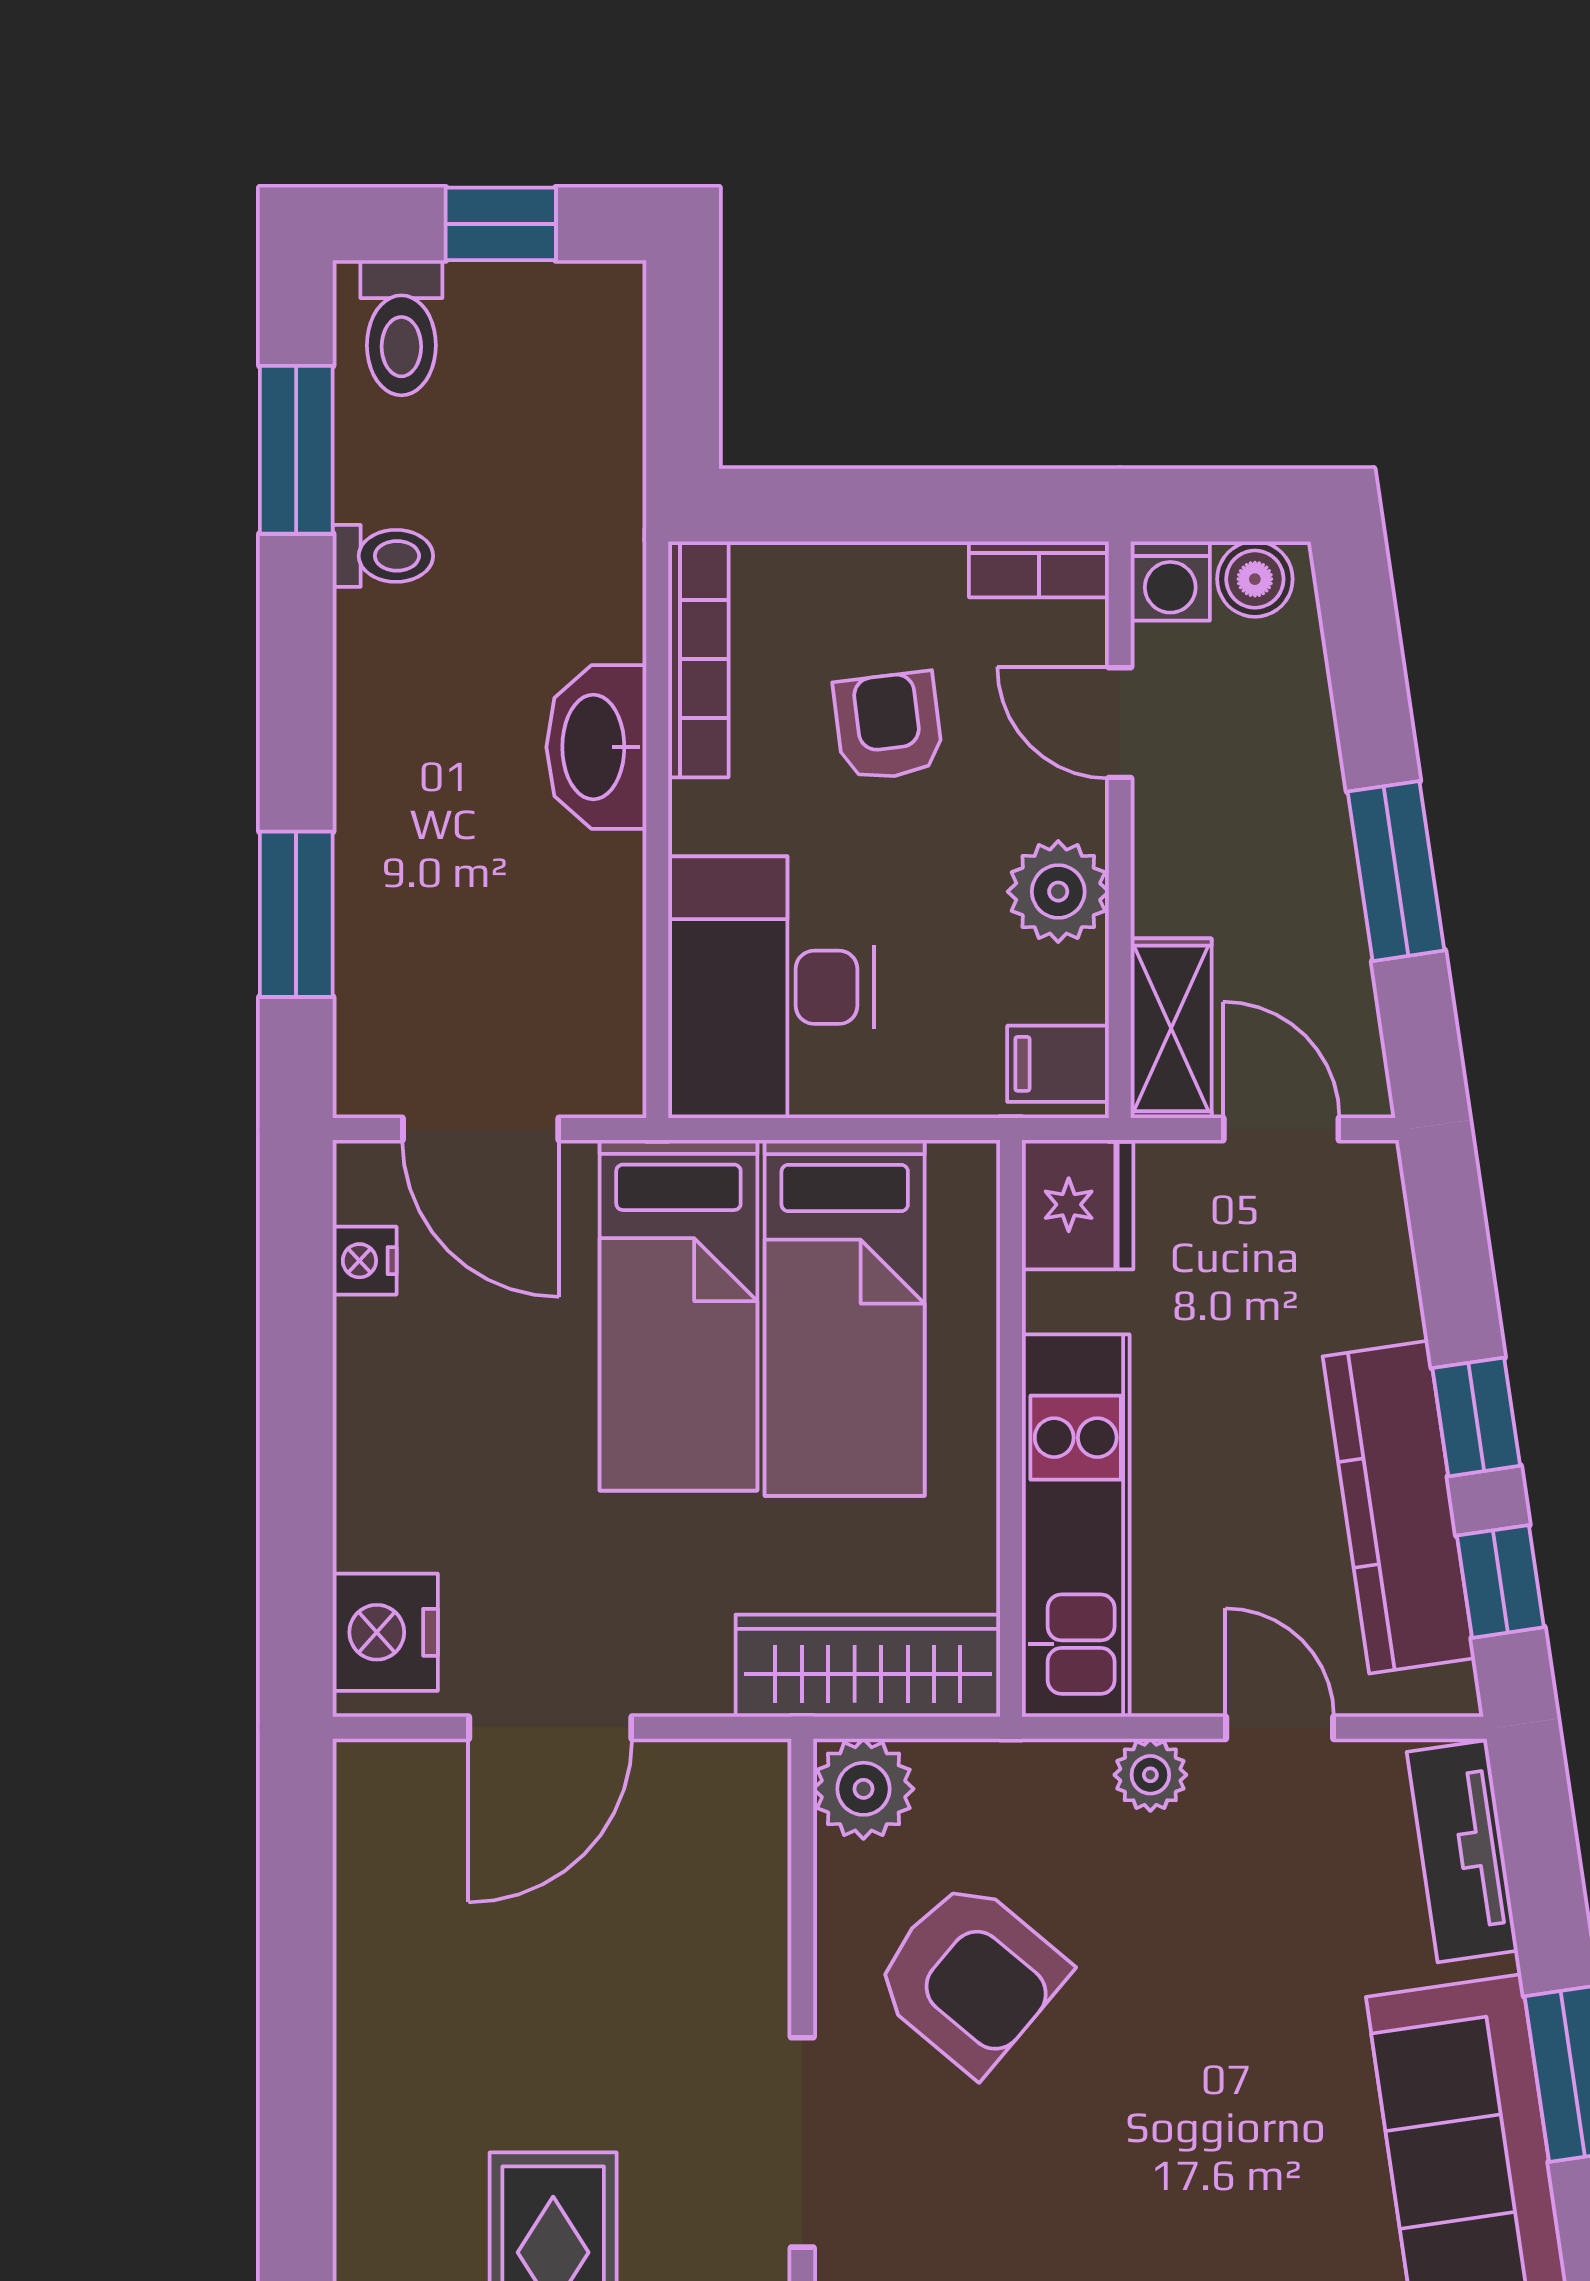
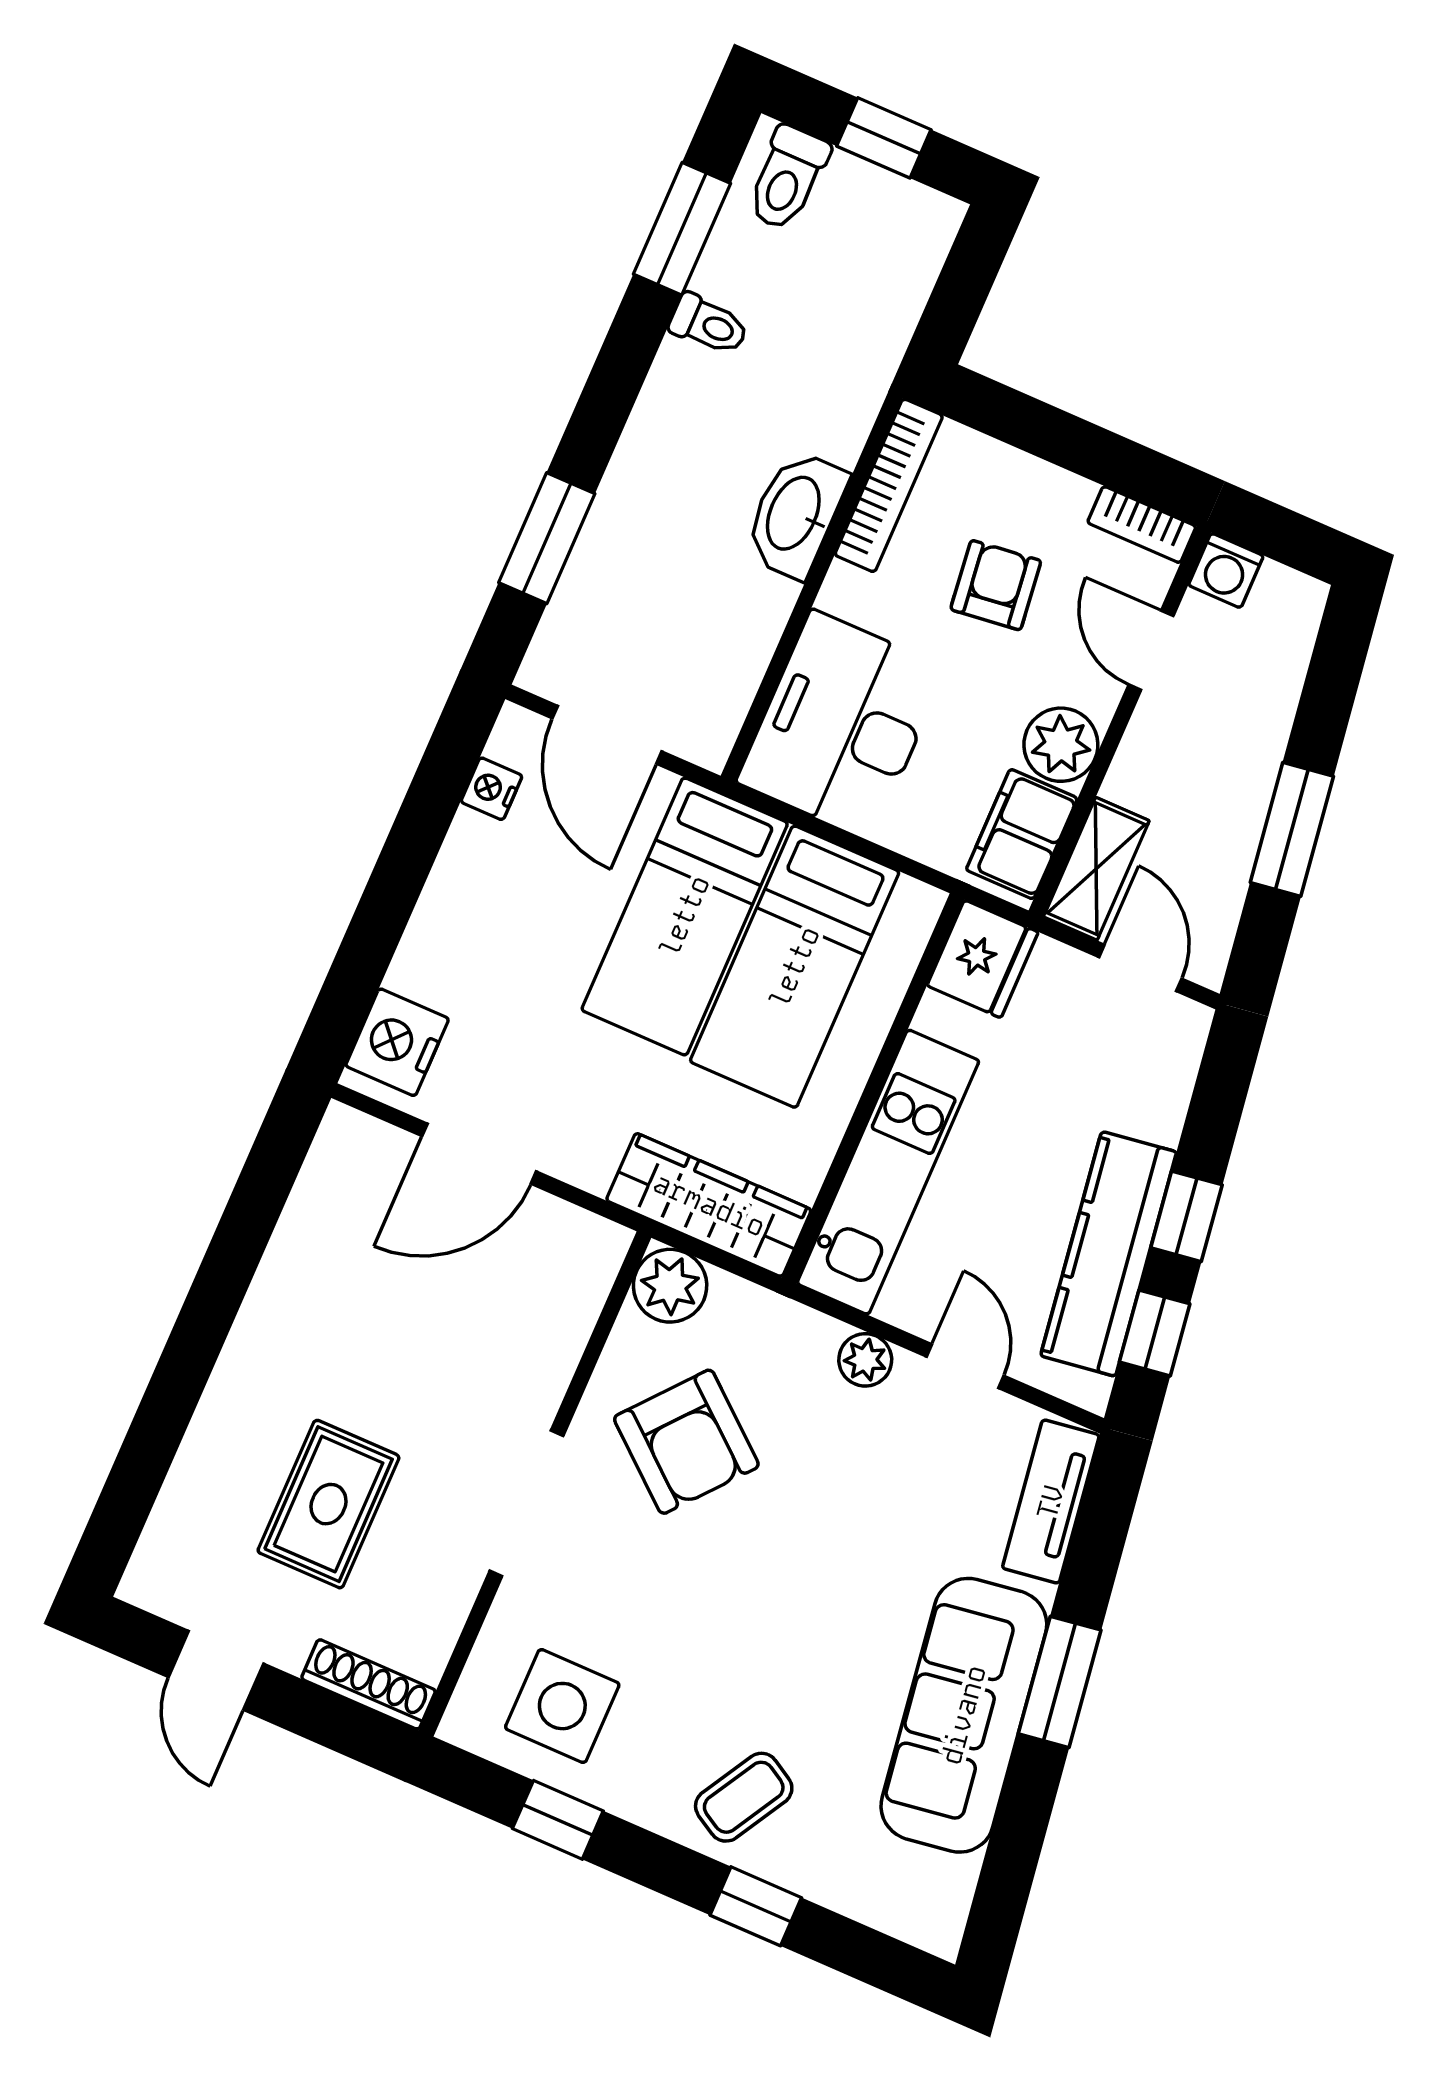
boiler: (1255, 579) -> (1283, 594), removed
filing cabinet: (1058, 1064) -> (1022, 834), width x2.00

